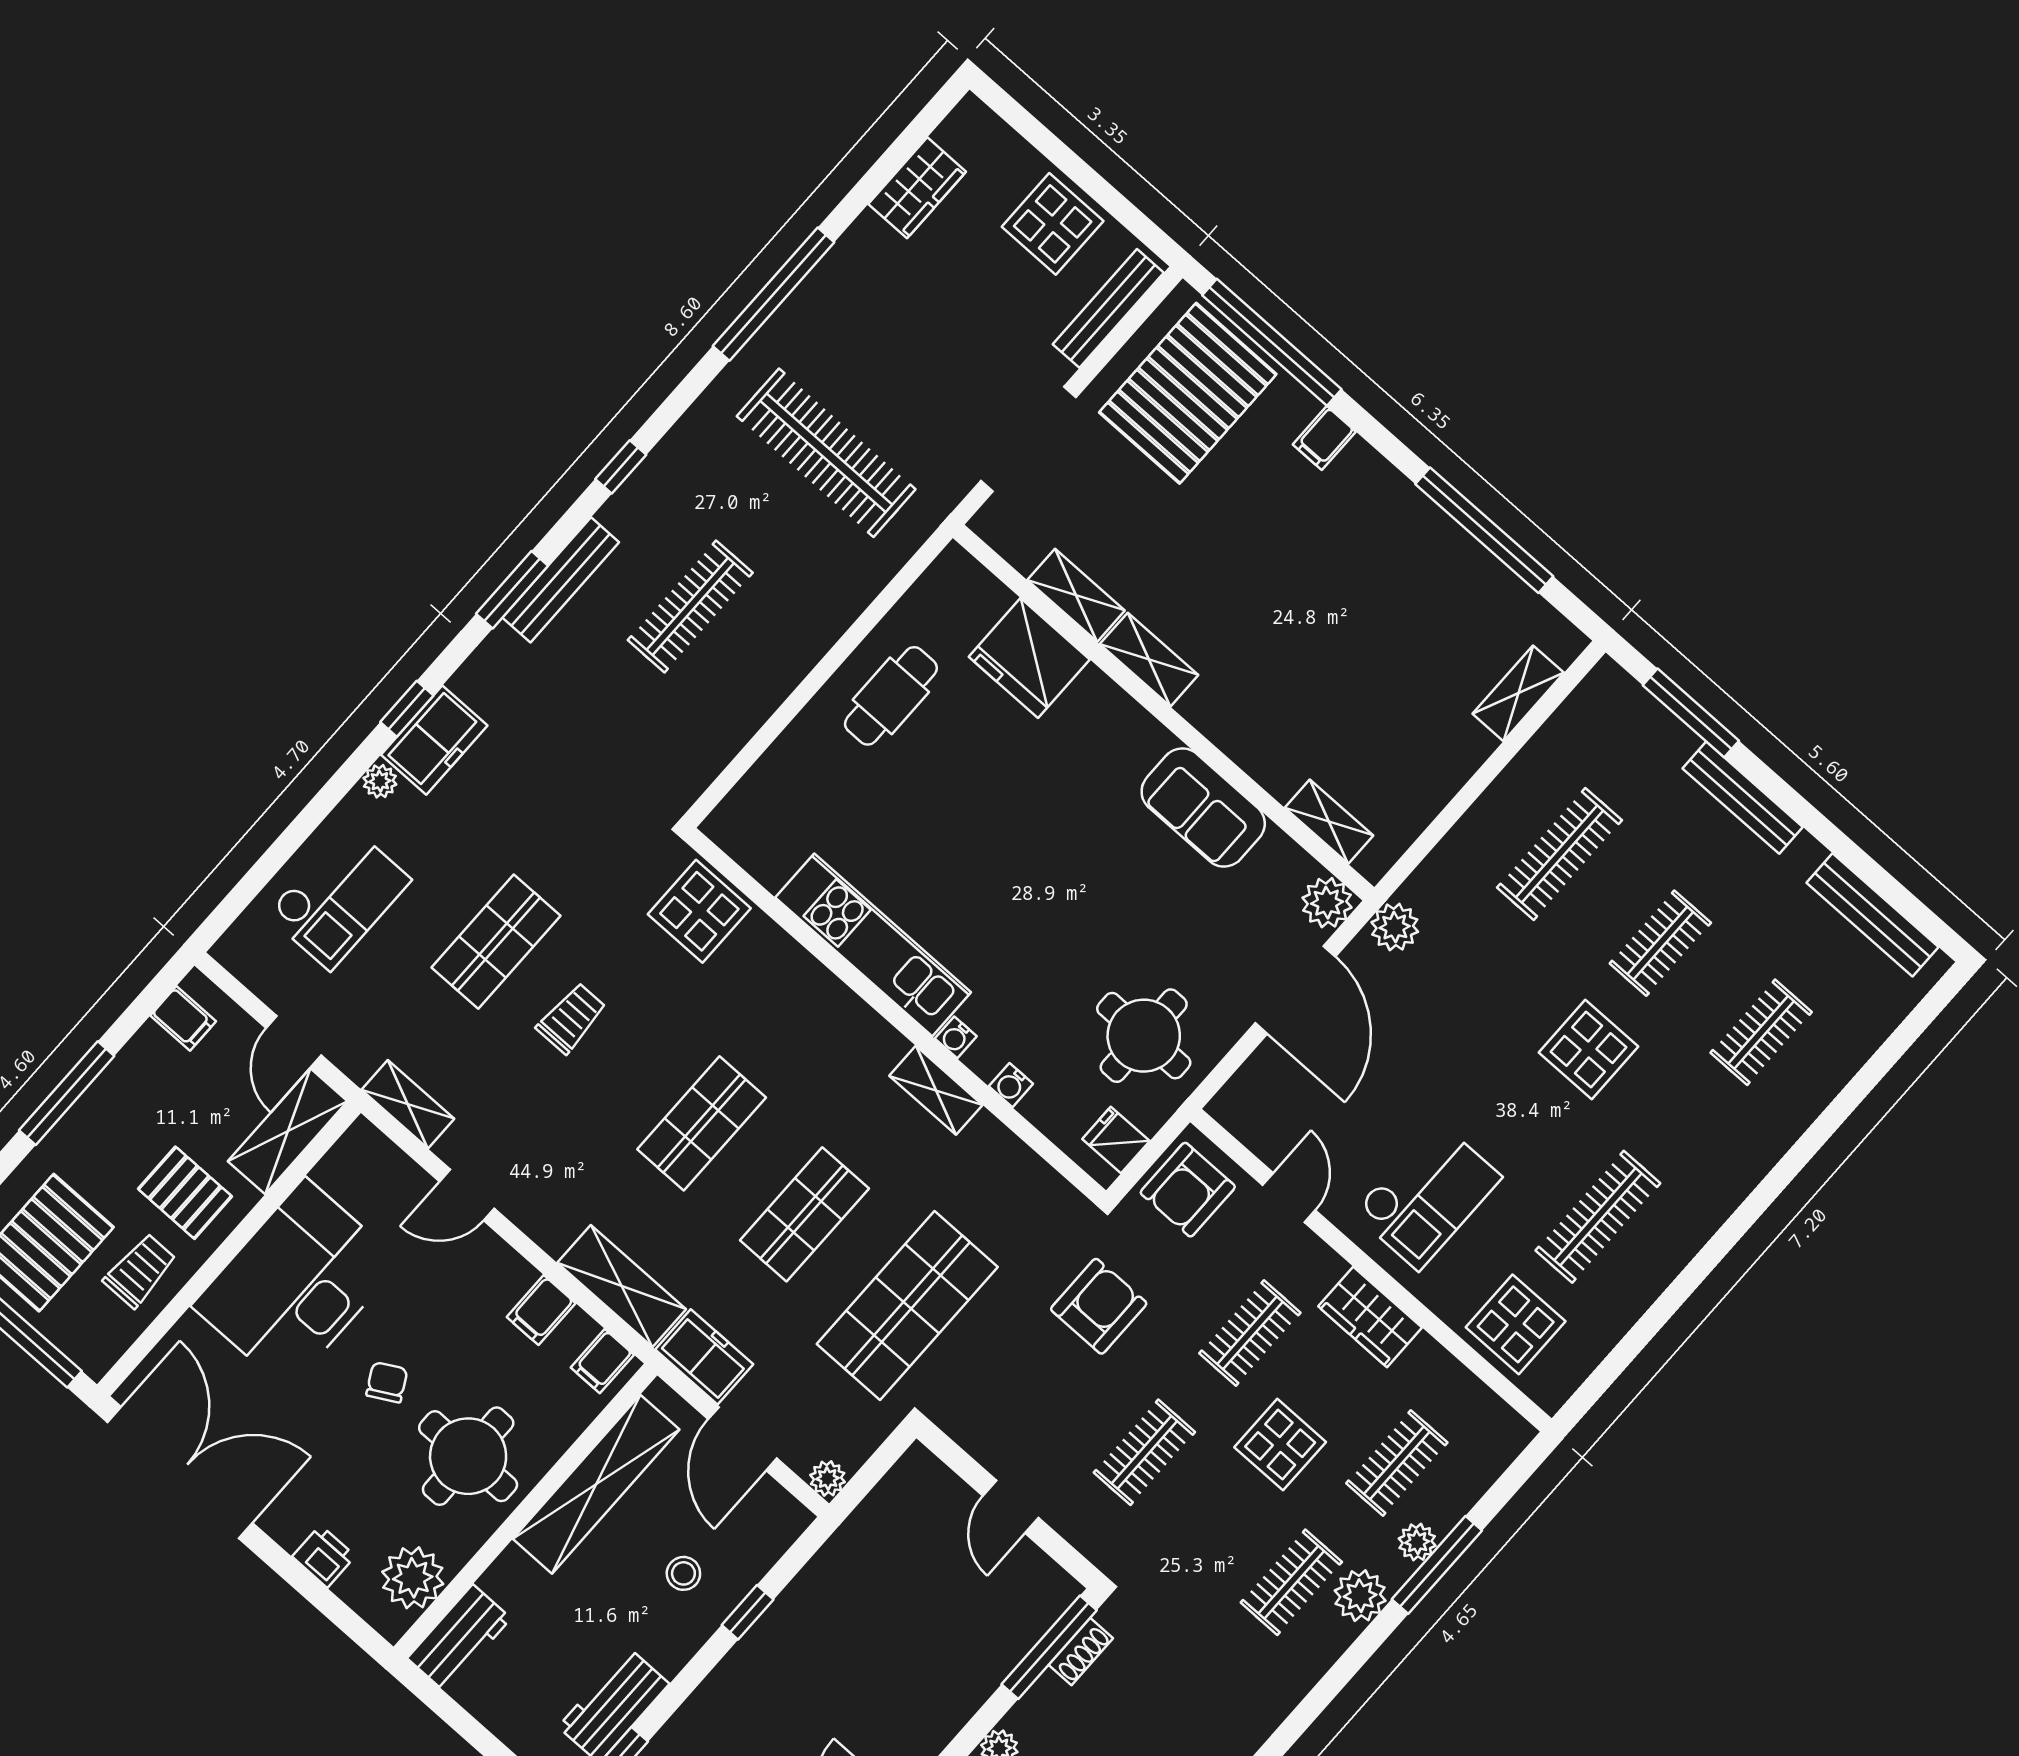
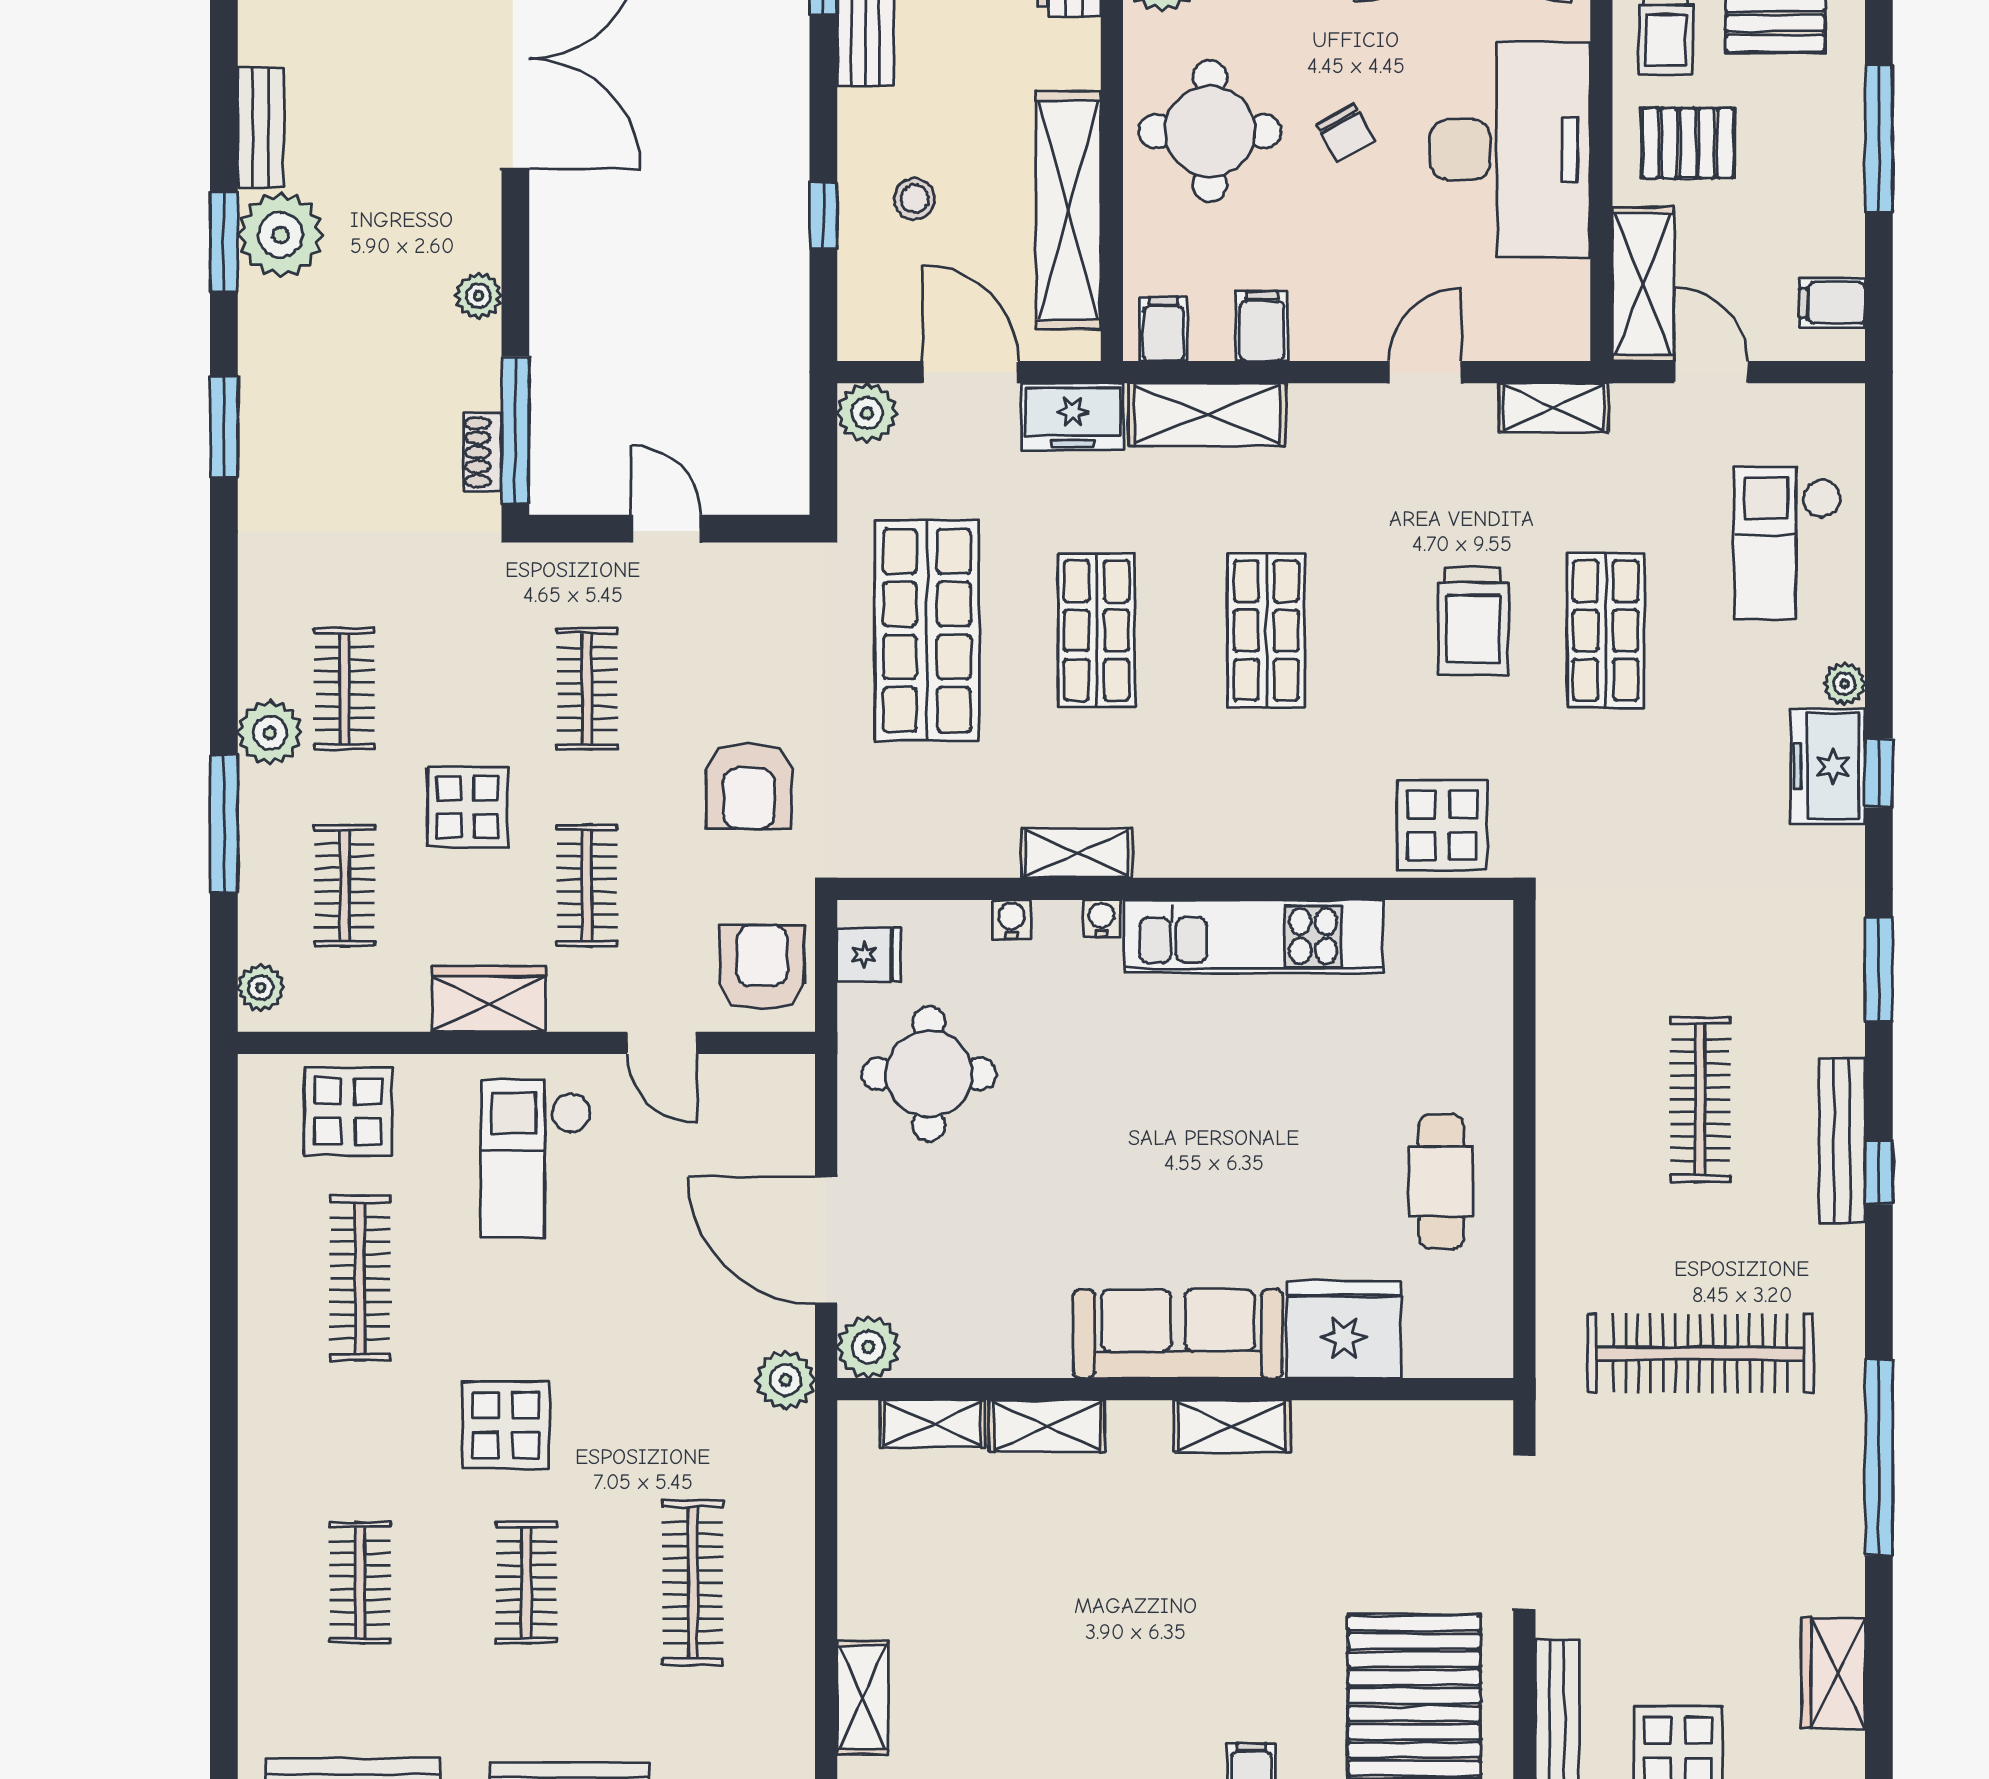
bench: (561, 580) -> (1842, 1141), moved
shelving: (1076, 595) -> (1047, 1426), moved
sofa: (1203, 807) -> (1178, 1334), moved, width x1.36
trolley: (571, 1018) -> (1473, 621), width x1.36, depth x1.39
plant: (828, 1478) -> (867, 413), width x1.38, depth x1.38
plant: (1417, 1542) -> (261, 988), moved

